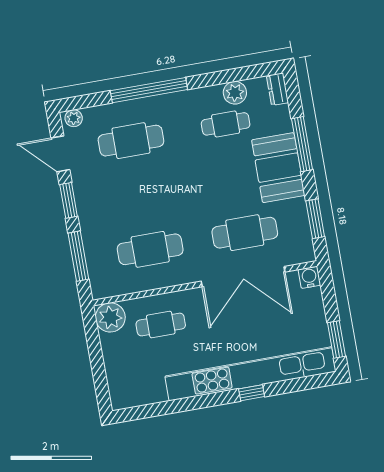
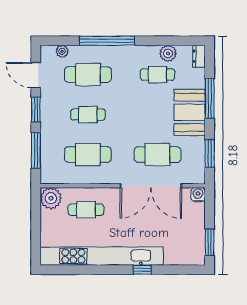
plant: (74, 118) -> (62, 51), moved
cafe table: (141, 195) -> (88, 115), added
kitchen unit: (250, 374) -> (102, 256), moved

